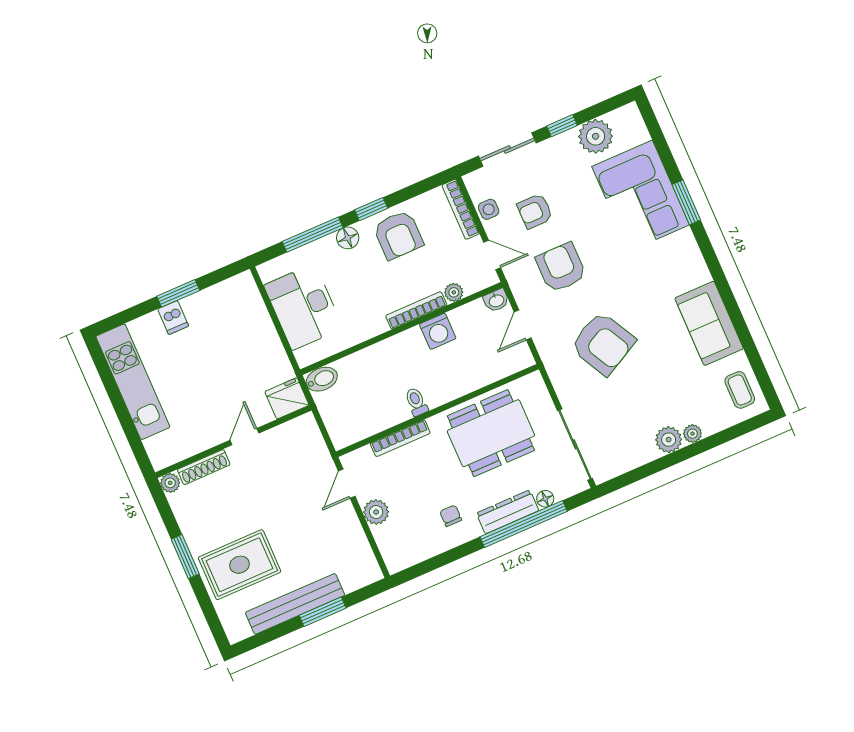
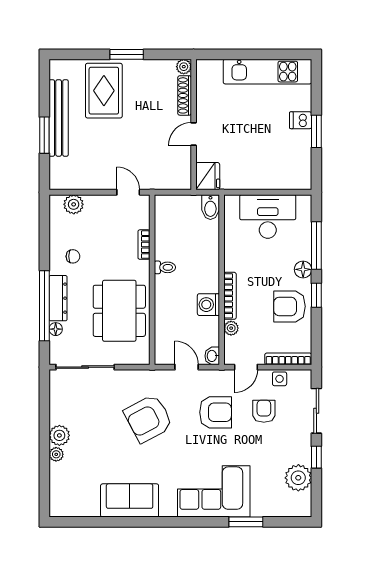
corner sofa: (641, 196) -> (214, 491), moved
window: (686, 202) -> (246, 522), moved
coffee table: (740, 390) -> (73, 502), removed
door: (244, 437) -> (194, 134), swing flipped
bookcase: (400, 438) -> (144, 245), width x0.64
plant: (376, 512) -> (74, 204), moved

